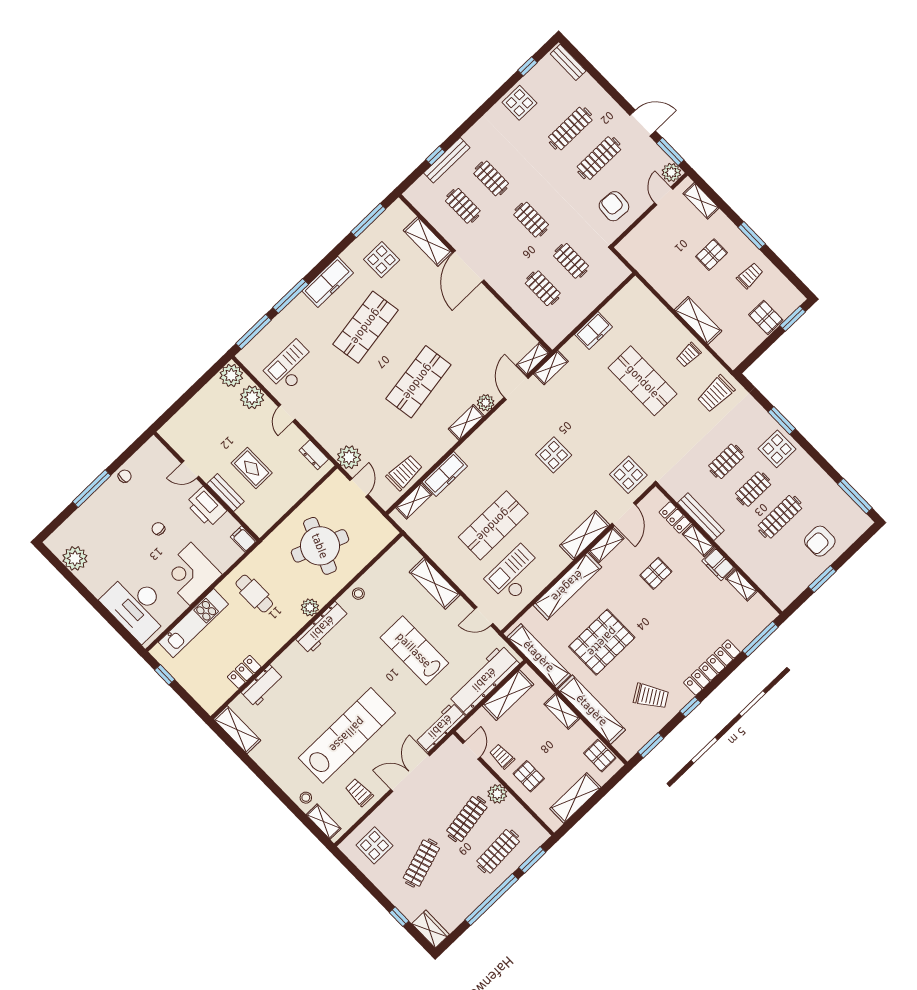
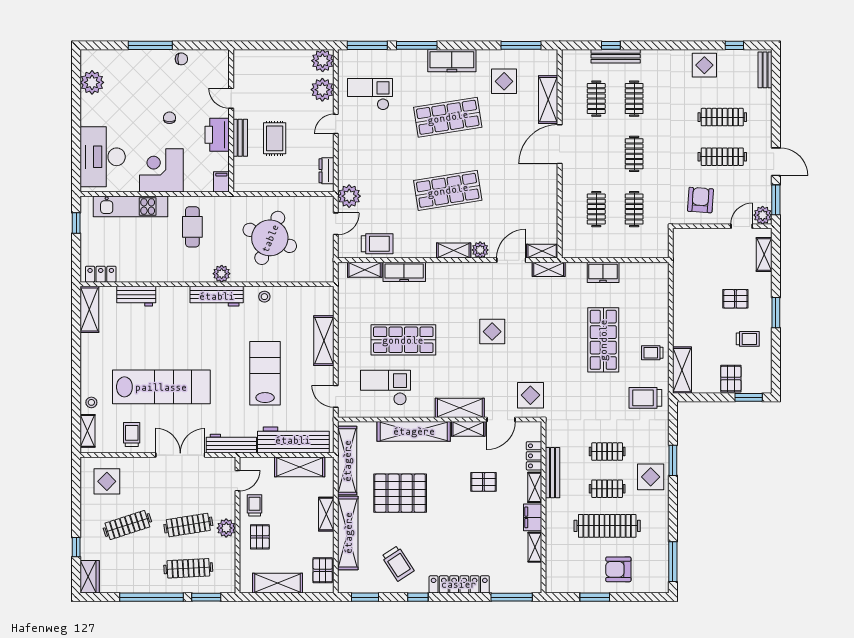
shelving: (698, 320) -> (682, 370), moved
clothes rail: (780, 517) -> (607, 526), width x1.37, depth x1.31
locker: (244, 672) -> (101, 274), moved

